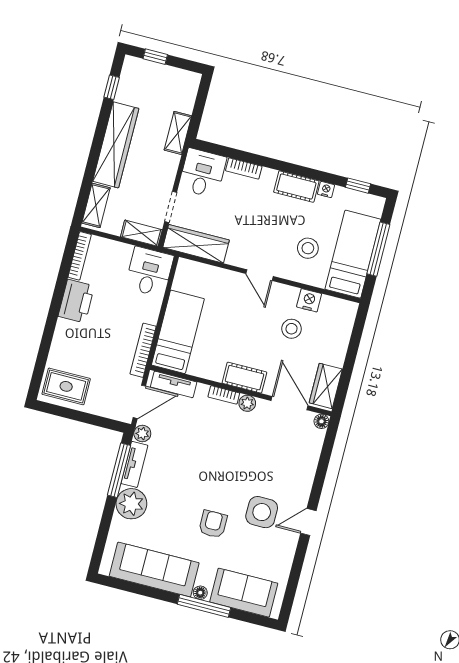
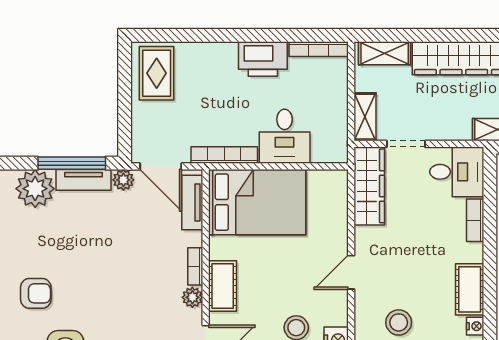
desk: (149, 272) -> (285, 136), moved, turned 90
bed: (178, 332) -> (257, 202), width x1.50

